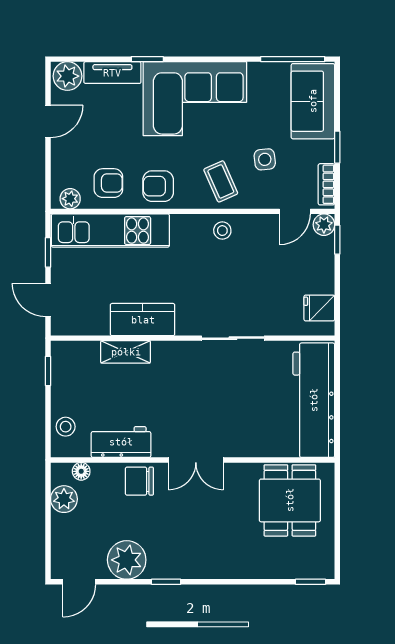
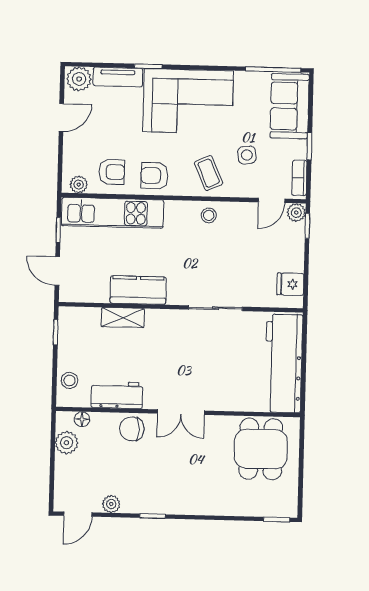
plant: (127, 560) -> (111, 504), width x0.53, depth x0.53

